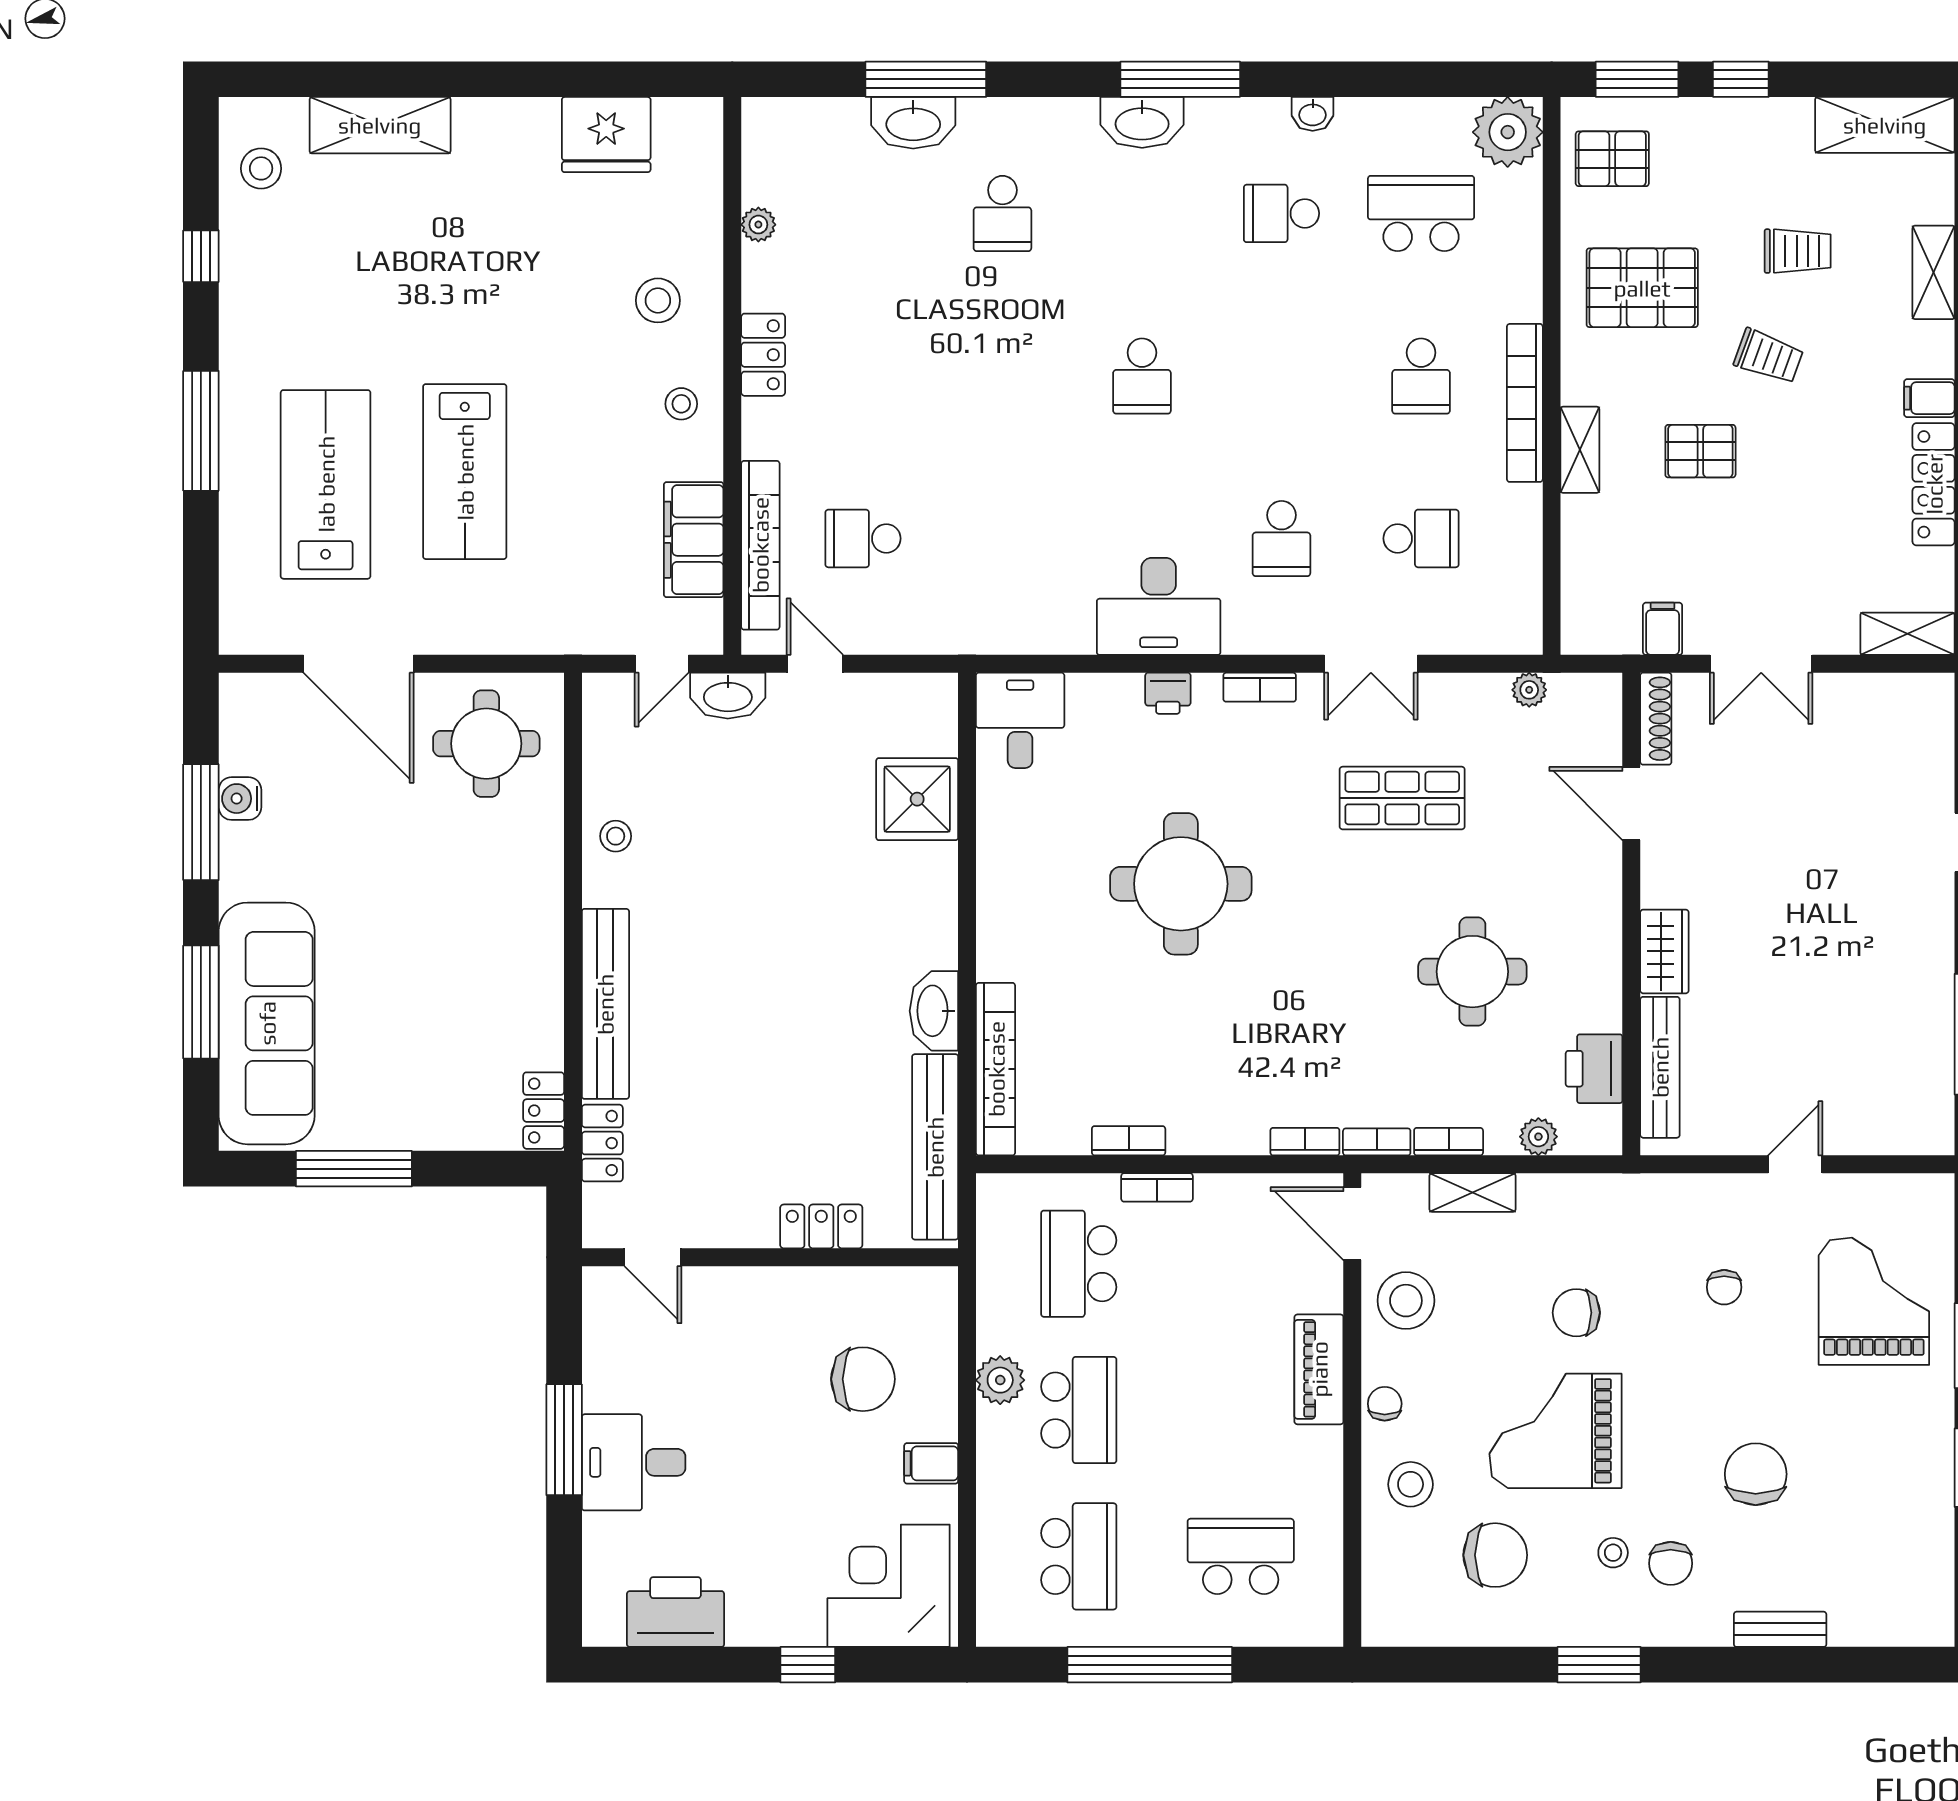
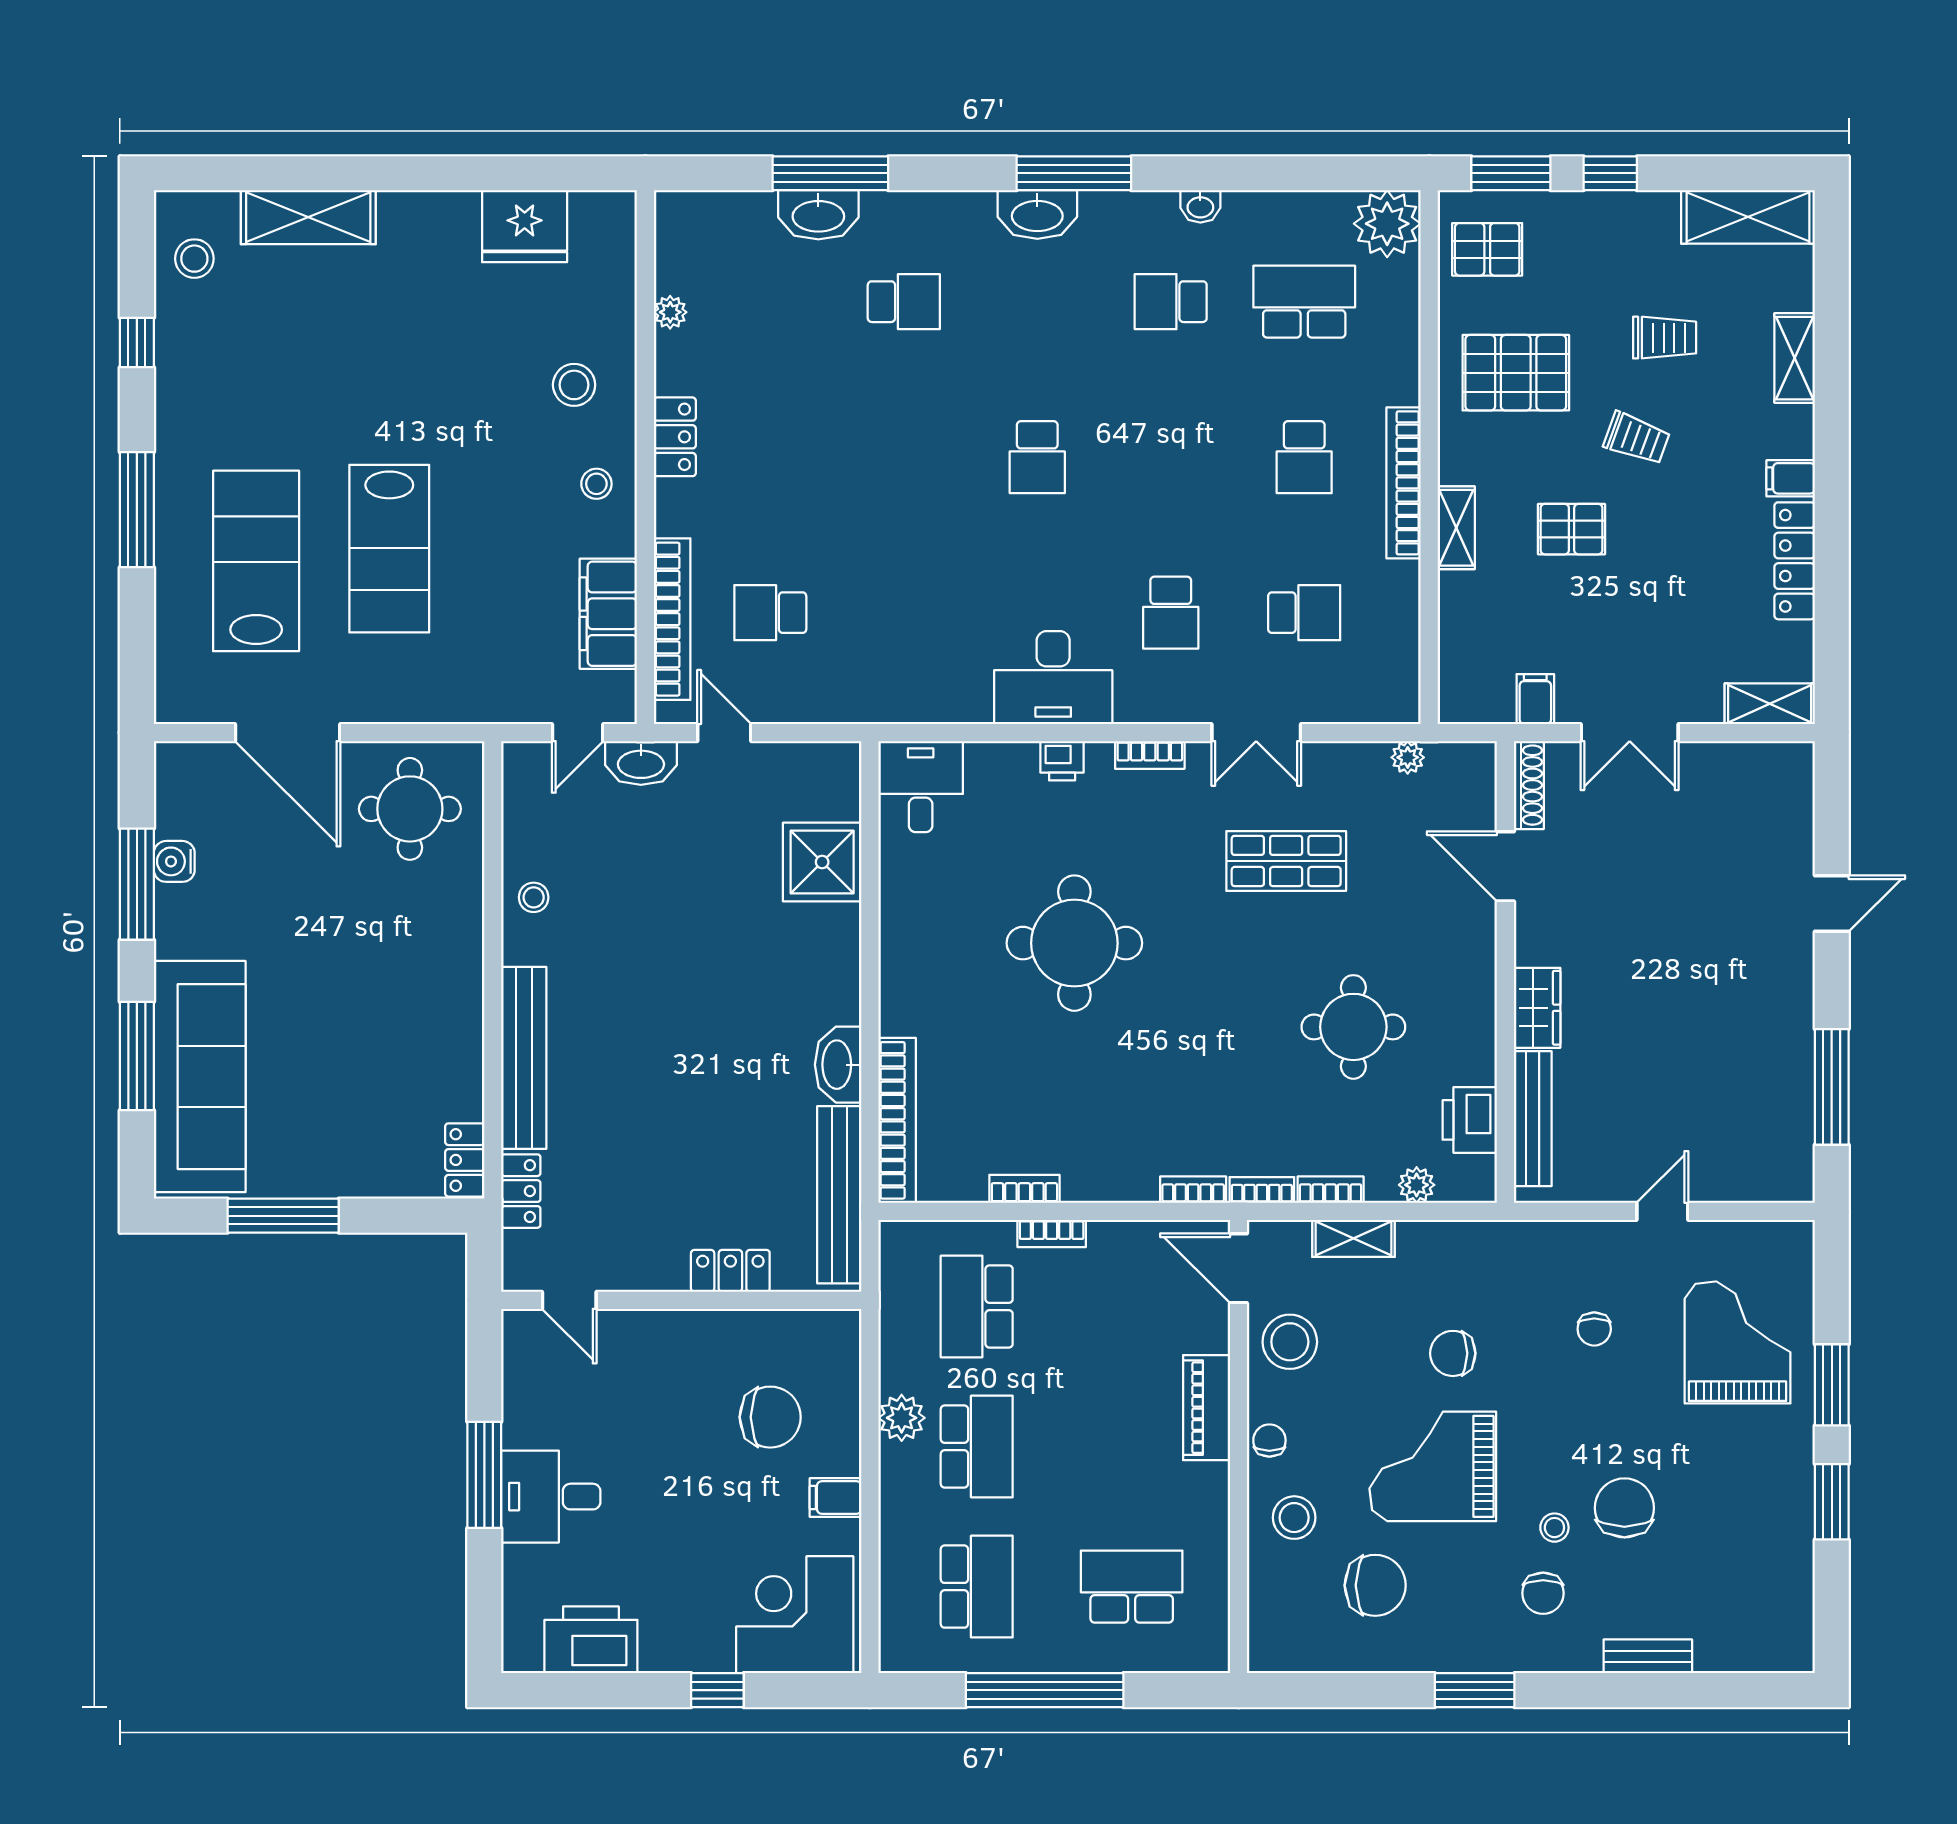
school desk: (1002, 213) -> (904, 302), turned -90
stool: (1613, 1553) -> (1554, 1528), moved

